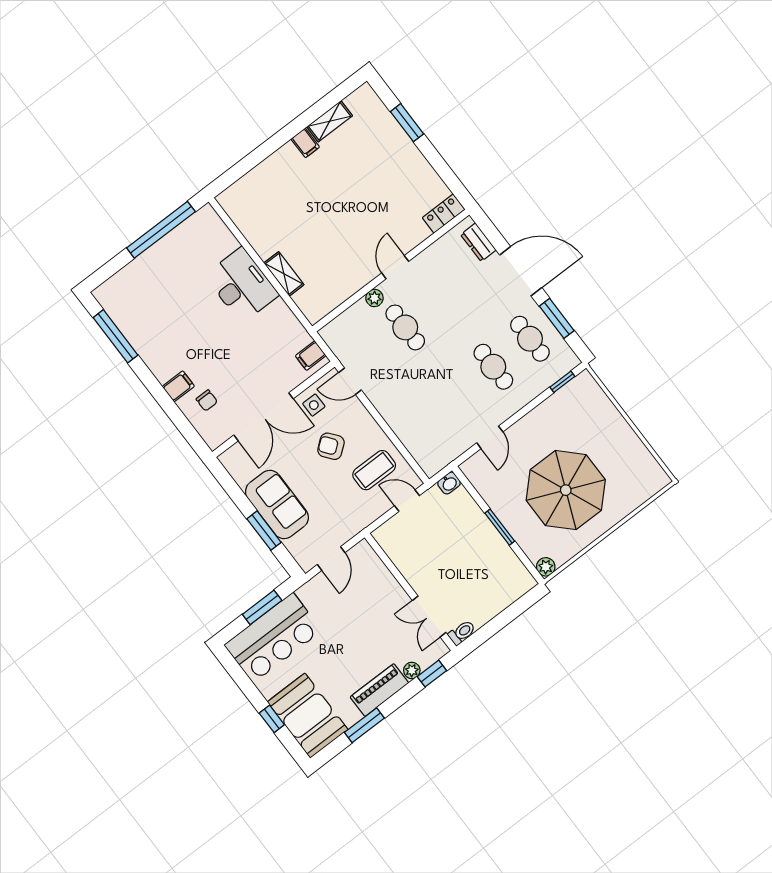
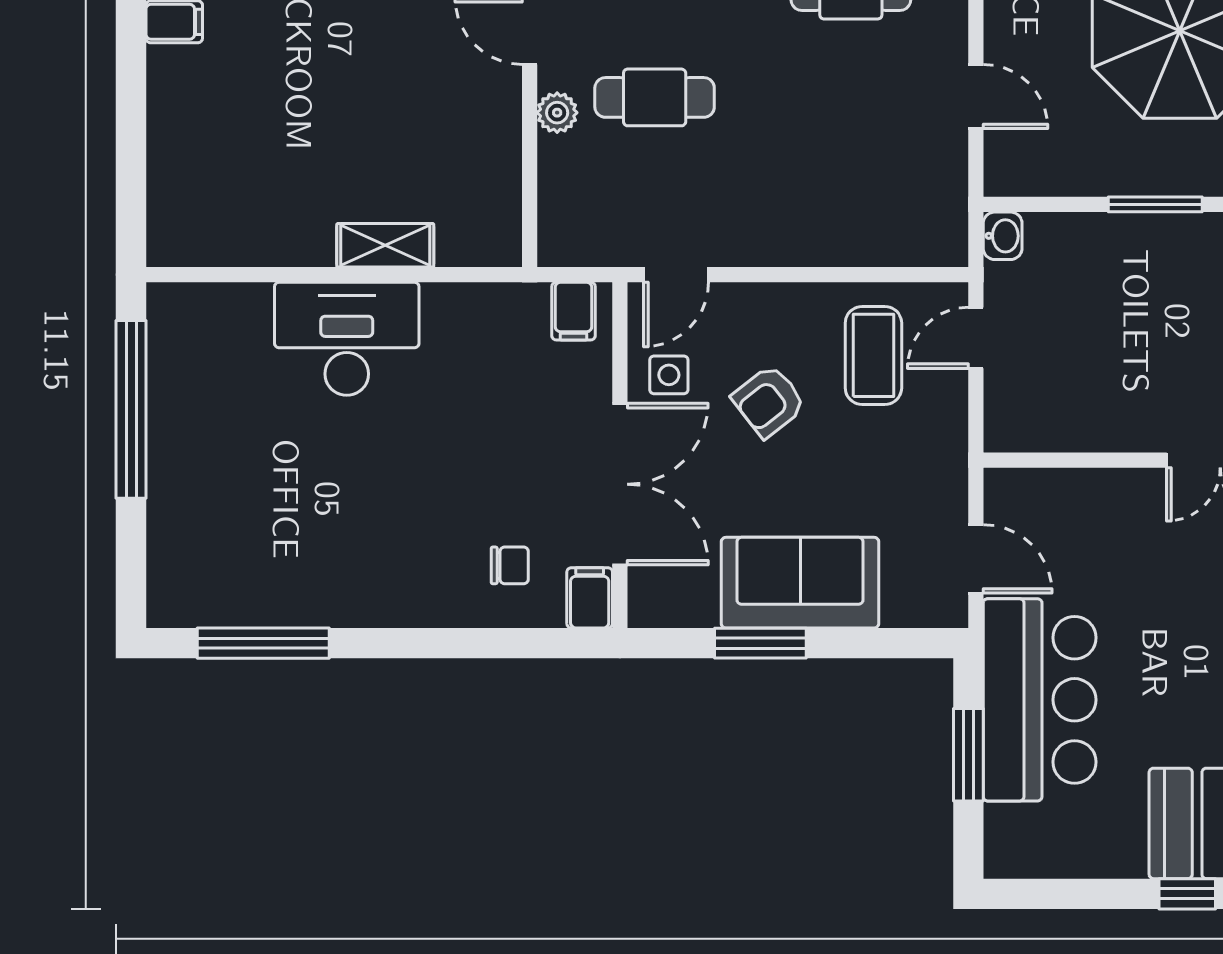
filing cabinet: (178, 386) -> (590, 598), moved
window: (264, 531) -> (760, 643), moved
bar counter: (273, 638) -> (1040, 700), moved

